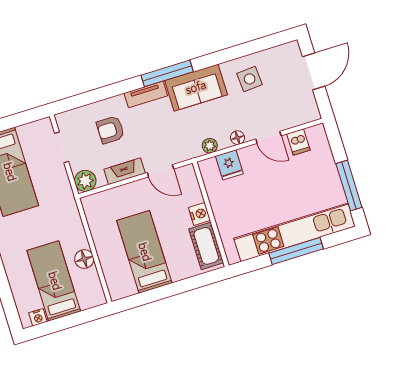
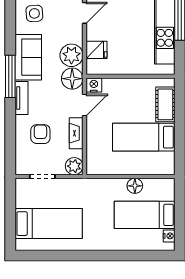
armchair: (111, 130) -> (40, 134), turned 180
floor lamp: (238, 138) -> (72, 79), moved, width x1.89, depth x1.89
plant: (210, 146) -> (71, 55), width x1.88, depth x1.88
nightstand: (199, 214) -> (94, 85), moved
cot: (206, 246) -> (165, 104), moved, turned 90

